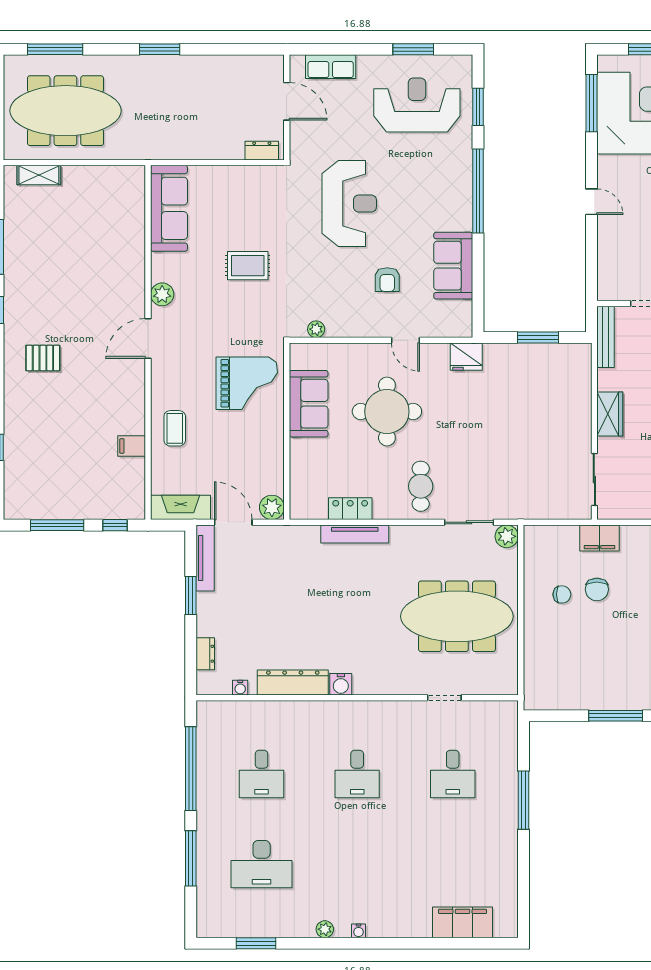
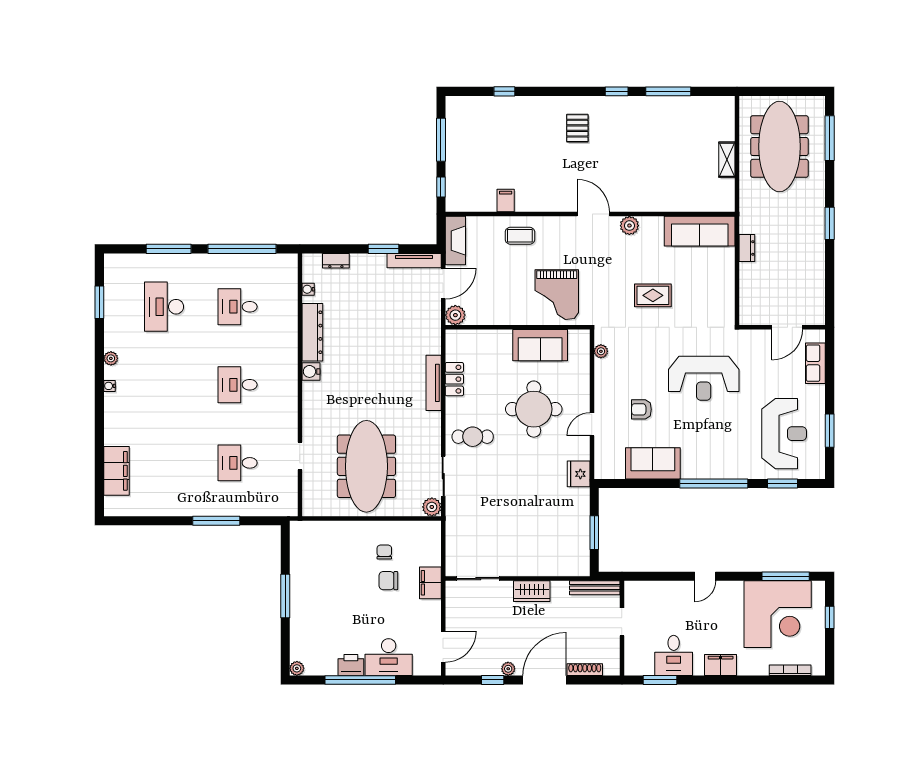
dresser: (262, 151) -> (747, 248), moved
shelving: (39, 175) -> (727, 160), moved
rug: (248, 266) -> (653, 295), turned 90
chair: (562, 594) -> (384, 552), turned 180

